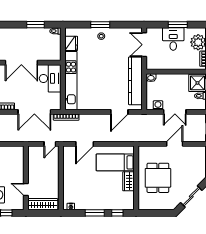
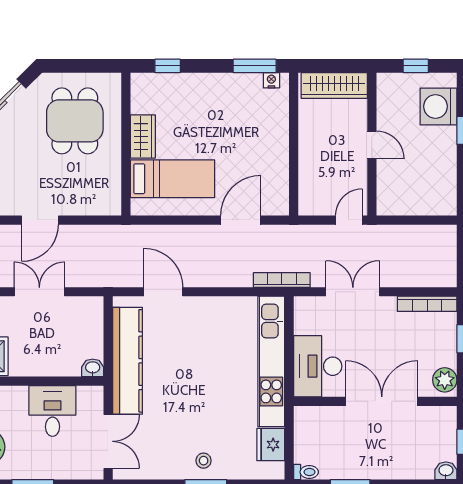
desk: (173, 39) -> (52, 411), moved, turned 180
washing machine: (158, 105) -> (77, 306), removed
double door: (34, 112) -> (353, 292), width x0.73
door: (119, 112) -> (163, 292), hinge flipped
door: (50, 144) -> (349, 220), moved
dining table: (158, 178) -> (75, 121), moved
door: (26, 190) -> (372, 145), moved
window: (95, 213) -> (255, 66), moved

